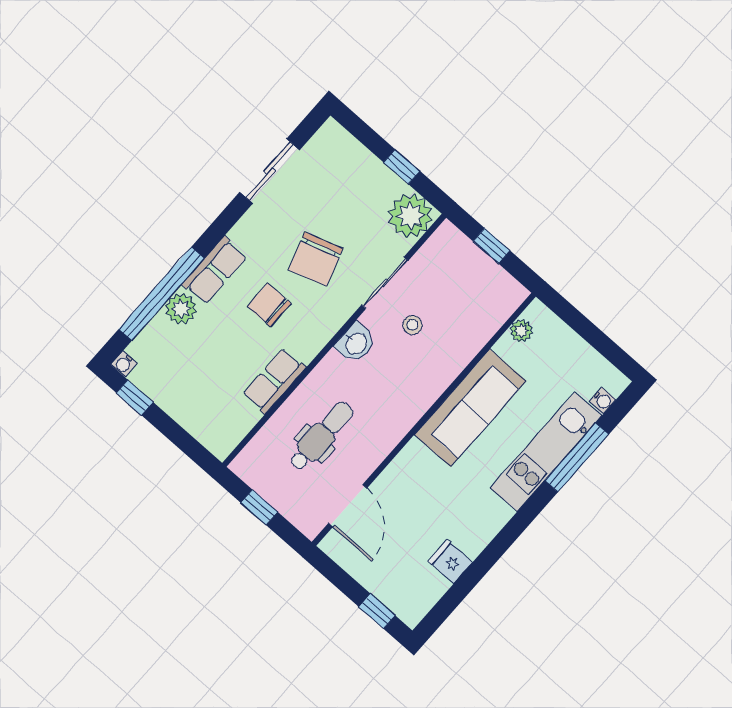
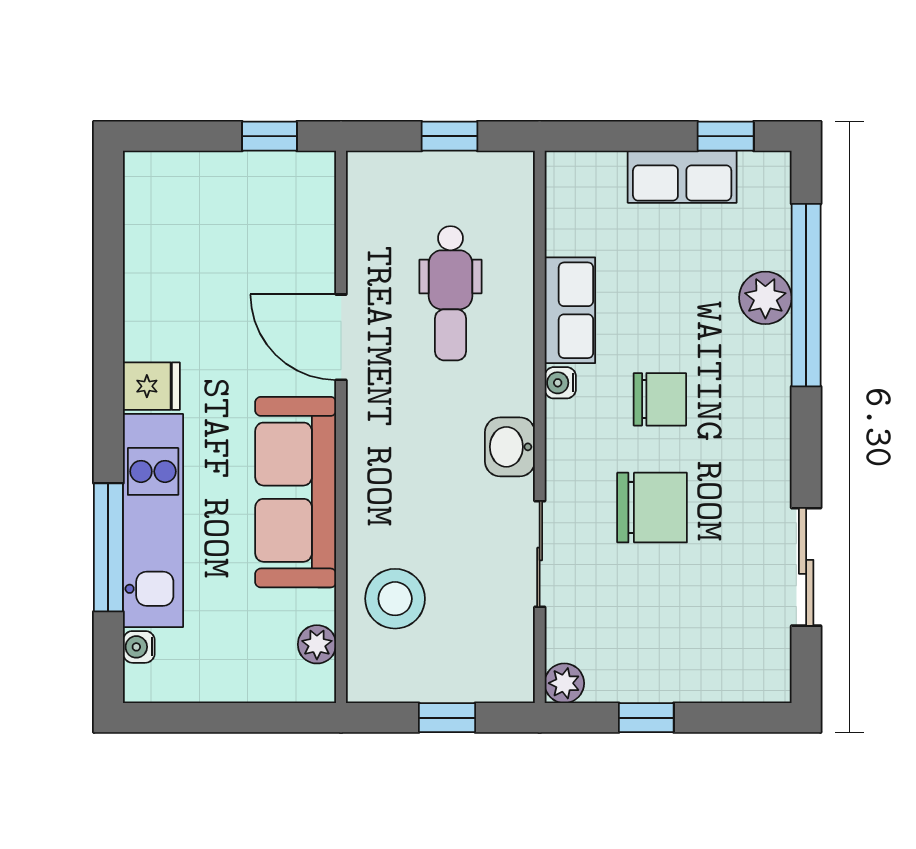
plant: (410, 216) -> (564, 683), width x0.53, depth x0.53
chair: (316, 259) -> (652, 508), turned 108
row of seats: (215, 270) -> (682, 177), moved, turned -90
stool: (412, 325) -> (395, 599), moved, width x1.89, depth x1.89
water cooler: (124, 364) -> (560, 383), moved, turned -90
door: (348, 506) -> (341, 337), moved
fridge: (450, 562) -> (151, 386), moved
window: (377, 611) -> (269, 136), moved

